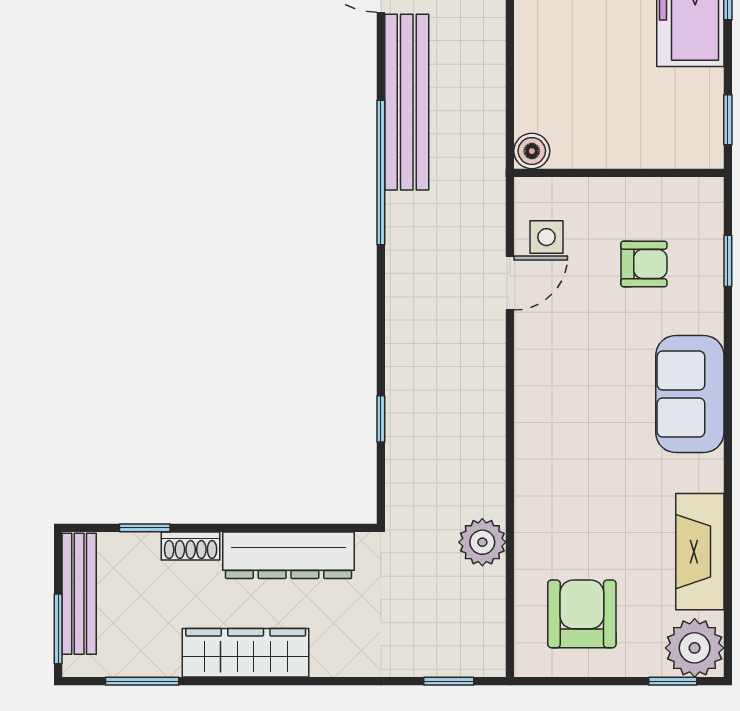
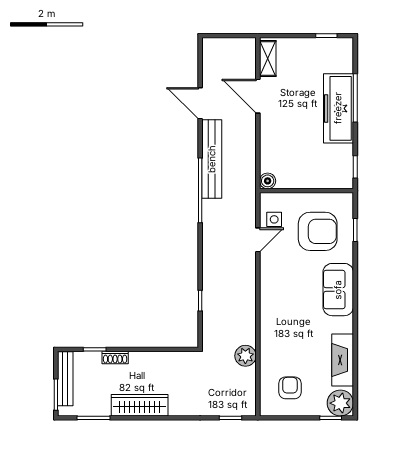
armchair: (644, 264) -> (318, 231), width x1.88, depth x1.88
dresser: (289, 555) -> (159, 362), removed
armchair: (582, 614) -> (290, 388), width x0.72, depth x0.72

